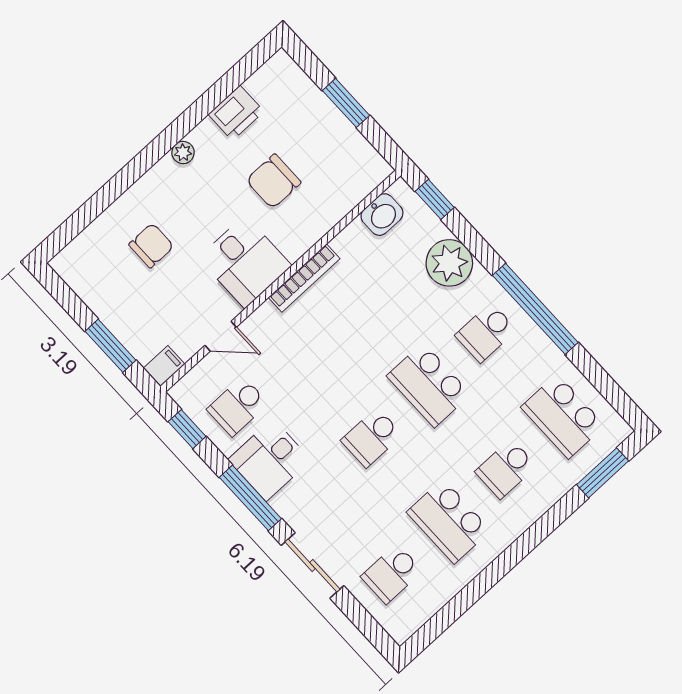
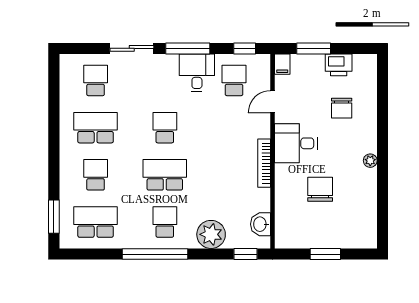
printer: (236, 113) -> (339, 65), moved, turned -90

